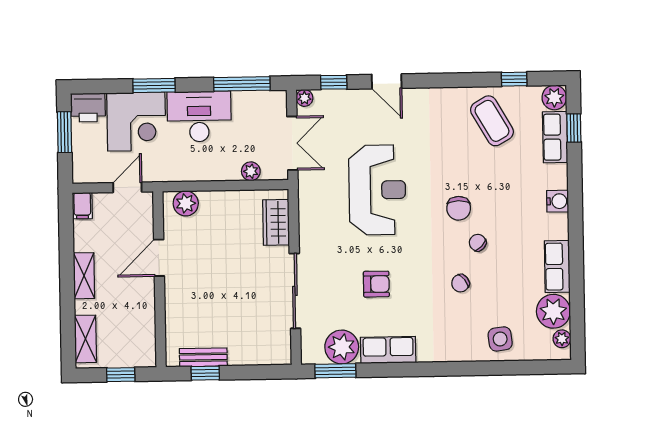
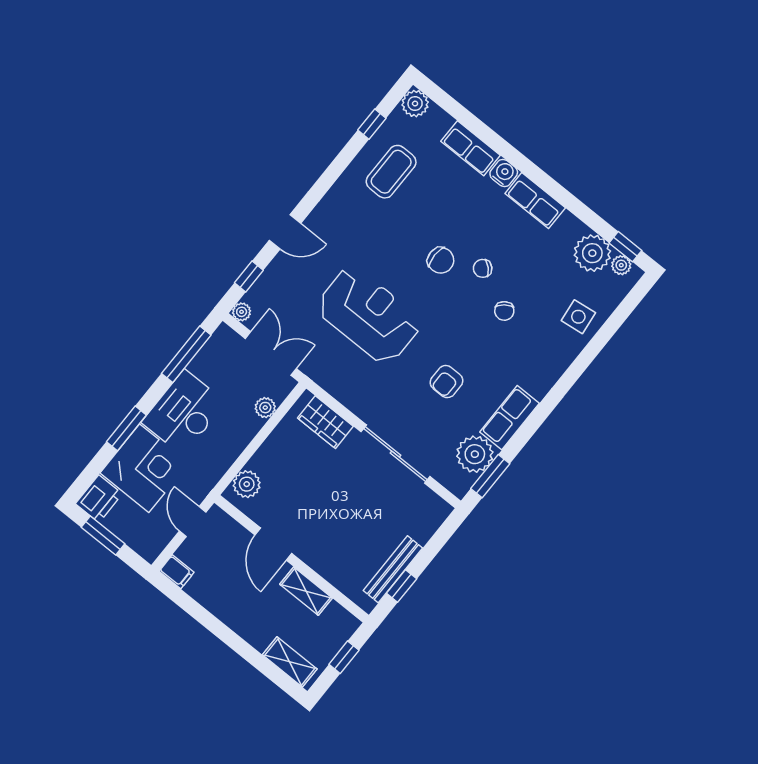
coffee table: (492, 121) -> (391, 172), turned -60
window: (574, 128) -> (625, 247), moved
row of seats: (555, 137) -> (471, 148), moved
row of seats: (557, 266) -> (535, 201), moved
shelving: (84, 276) -> (306, 591), moved
armchair: (376, 284) -> (447, 382), turned 180
bench: (203, 357) -> (393, 569), width x1.36

